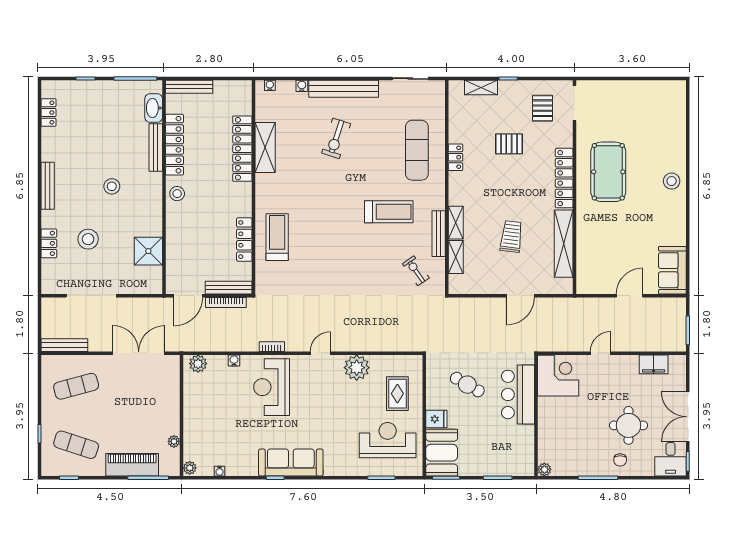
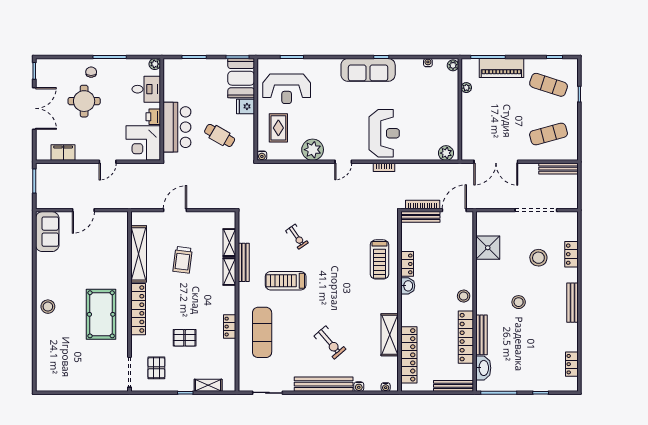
exercise bike: (336, 138) -> (330, 342), turned 121
locker: (242, 149) -> (409, 355), moved
washbasin: (244, 206) -> (408, 286), added
locker: (244, 240) -> (407, 264), width x0.66
exercise bike: (416, 271) -> (297, 237), moved
water cooler: (234, 360) -> (262, 156), moved
printer: (546, 407) -> (153, 117), added
desk: (671, 459) -> (146, 89), moved, turned 90

